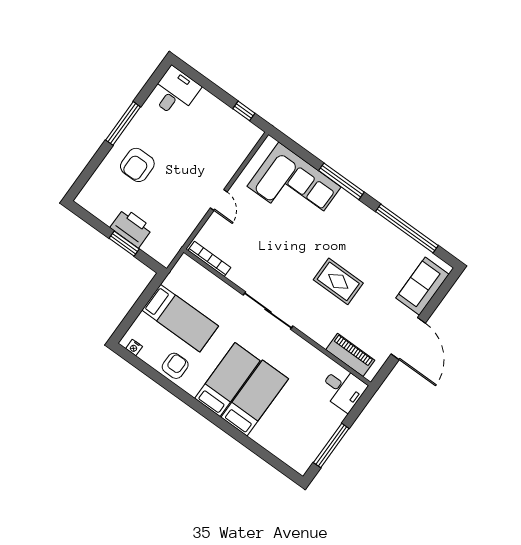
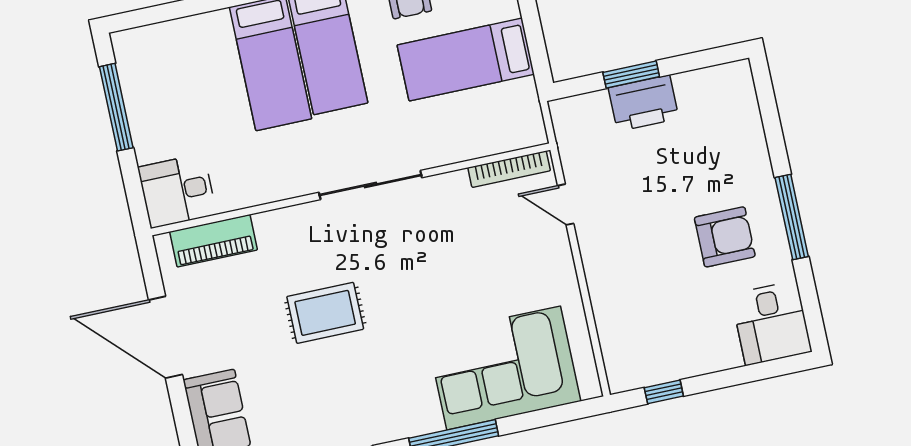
armchair: (137, 165) -> (725, 237), moved, turned 90
door: (219, 200) -> (566, 205), moved

